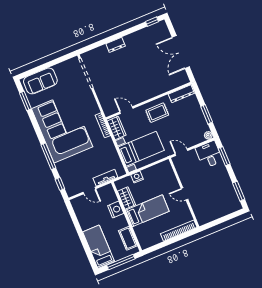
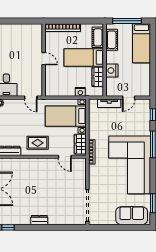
dresser: (116, 45) -> (39, 220), moved
door: (89, 191) -> (129, 98), swing flipped
cot: (142, 235) -> (98, 37), added

